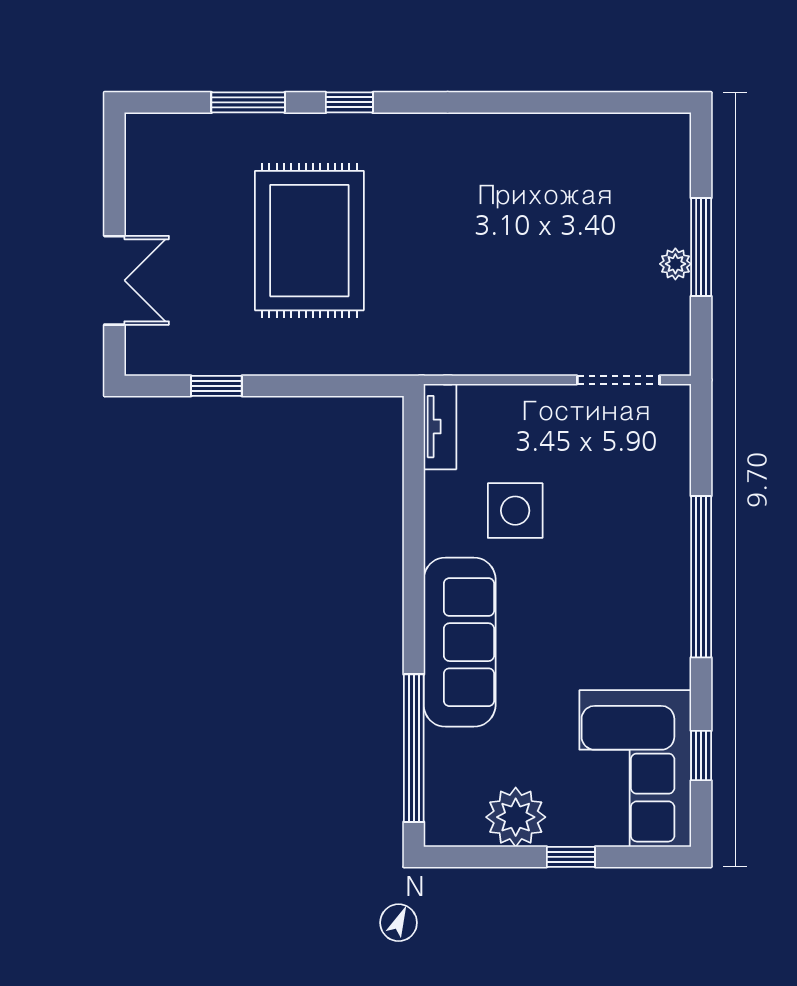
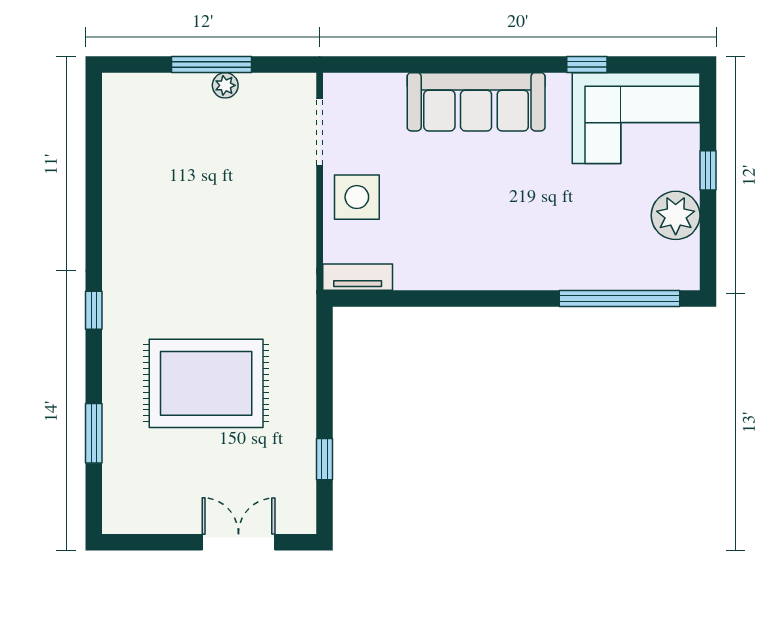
window: (349, 102) -> (94, 310), moved
side table: (515, 511) -> (357, 197), moved
window: (701, 577) -> (480, 64), removed
sofa: (460, 642) -> (476, 102), moved, turned 180
window: (701, 756) -> (587, 64), moved

